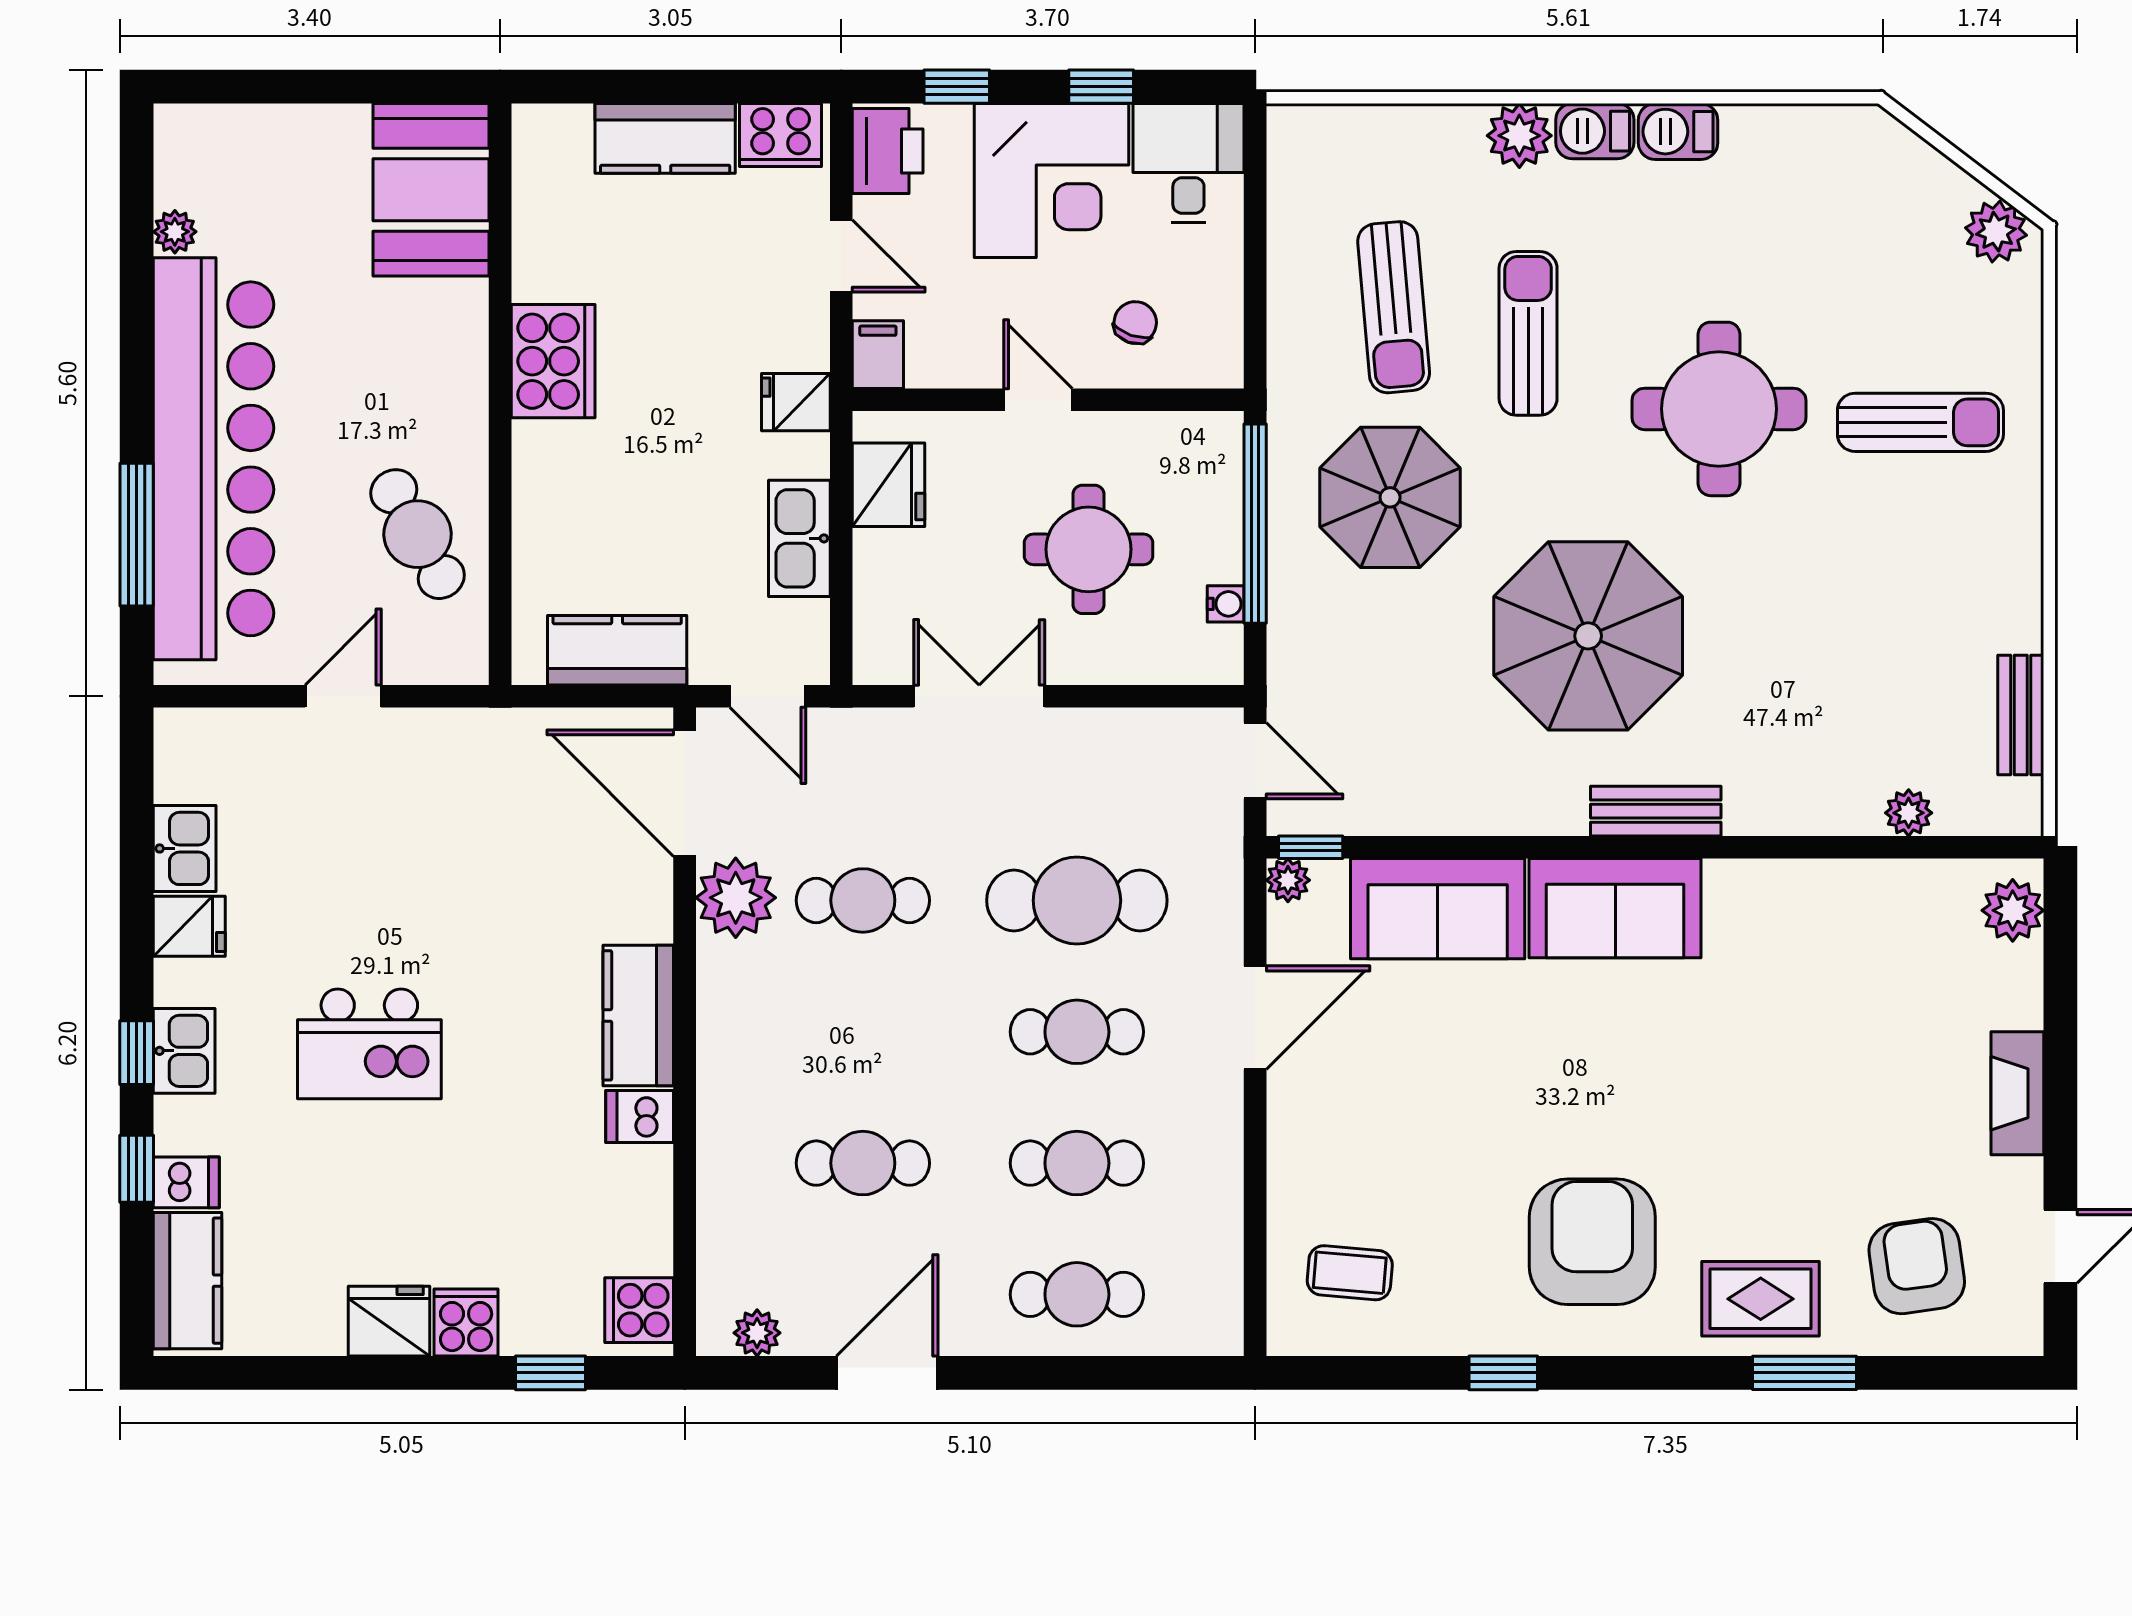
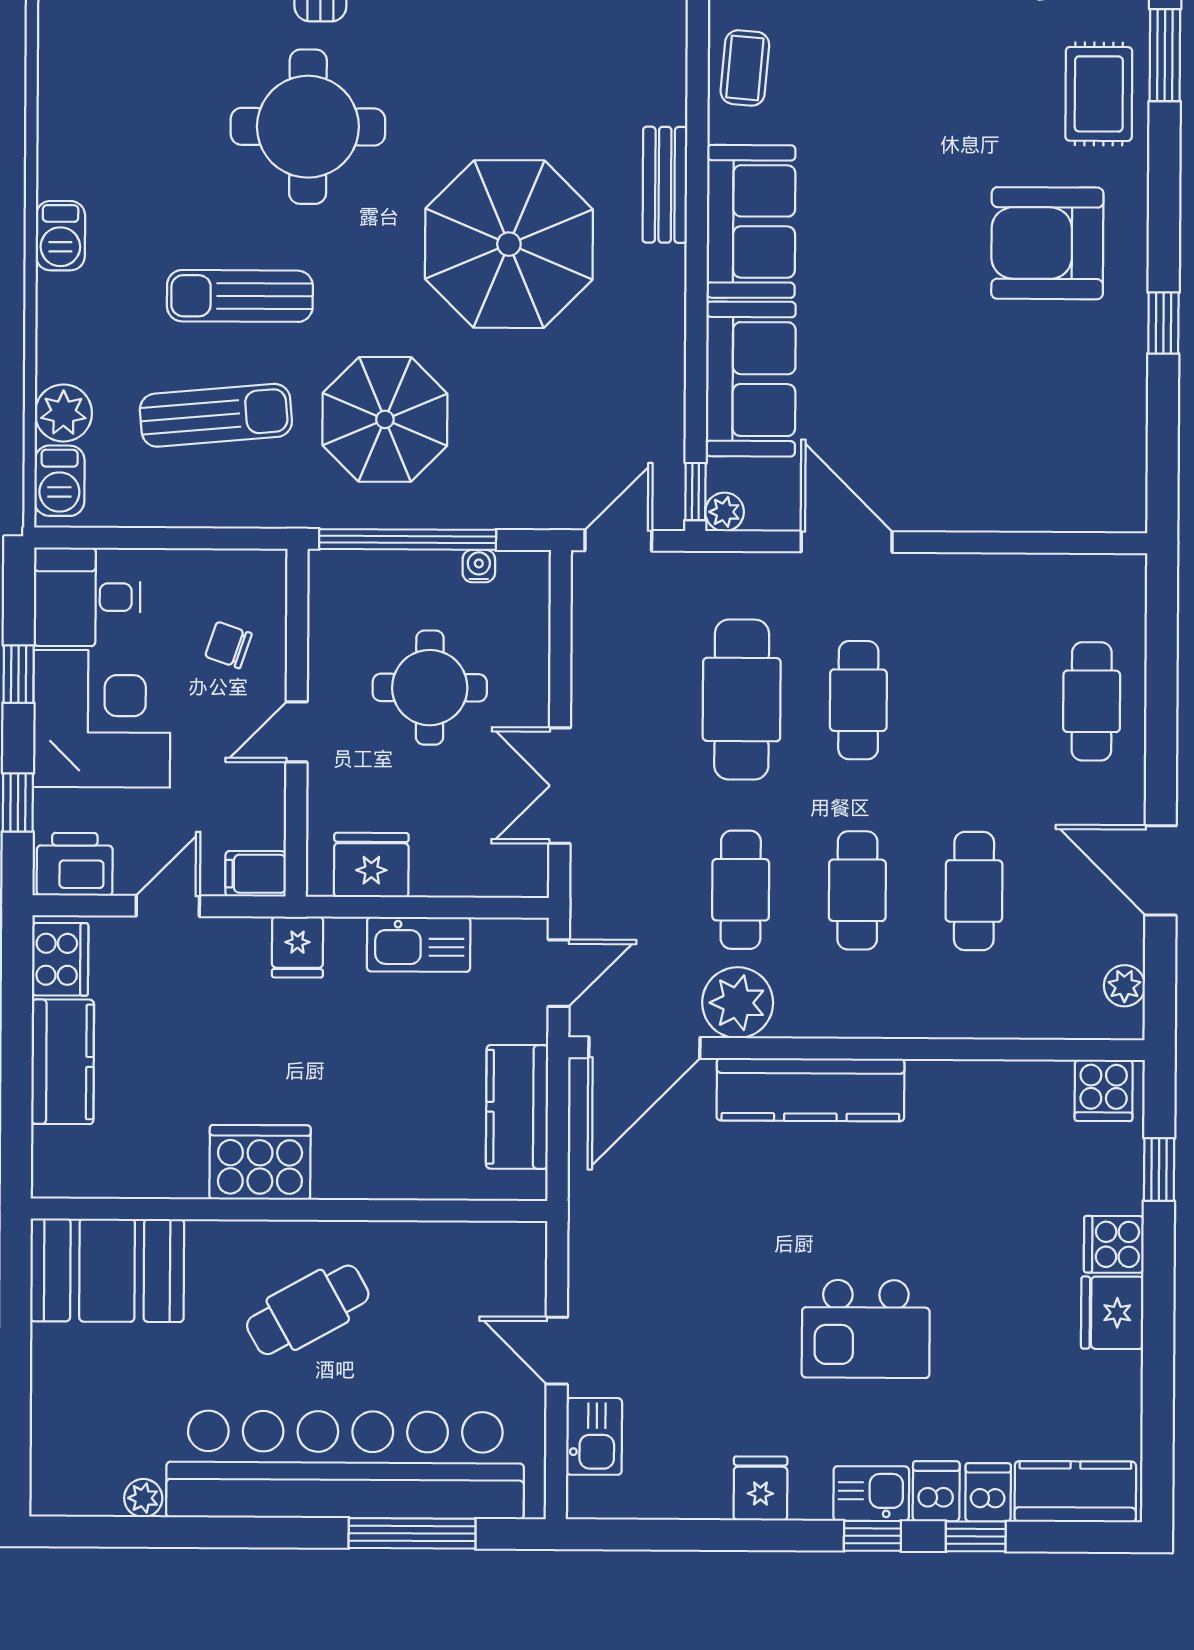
barbecue: (1678, 132) -> (59, 481), moved
plant: (1519, 136) -> (63, 413), moved
cafe table: (418, 534) -> (308, 1310), moved
kitchen sink: (185, 848) -> (594, 1436), moved, turned 90
kitchen counter: (638, 1015) -> (810, 1090), width x1.50
kitchen island: (369, 1044) -> (866, 1329), turned 90
dishwasher: (640, 1116) -> (936, 1491), moved, turned 180
cafe table: (1077, 1163) -> (857, 890), moved
coffee table: (1350, 1273) -> (745, 68), moved

